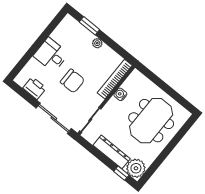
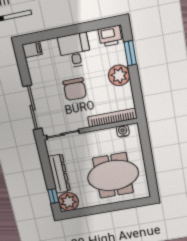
plant: (97, 43) -> (119, 75), width x1.88, depth x1.88
filing cabinet: (22, 78) -> (32, 50), added
printer: (35, 88) -> (110, 36), moved, turned 90
water cooler: (120, 94) -> (123, 131), moved

